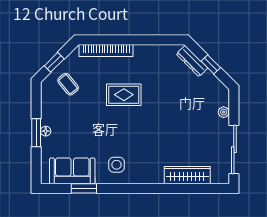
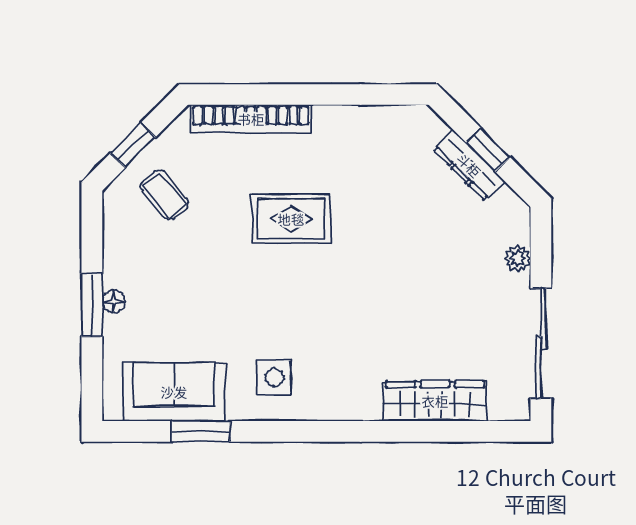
dresser: (192, 61) -> (469, 165), moved

